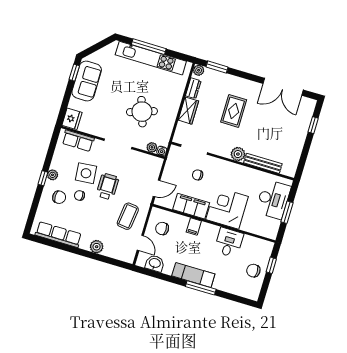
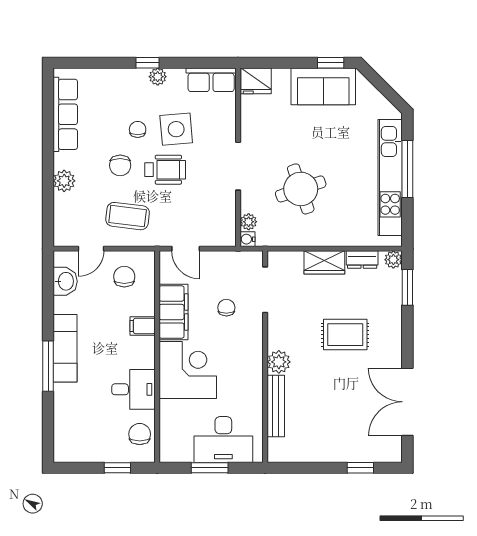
row of seats: (78, 141) -> (211, 80), moved, turned -90
chair: (59, 197) -> (120, 165), moved
chair: (253, 271) -> (140, 434), moved

